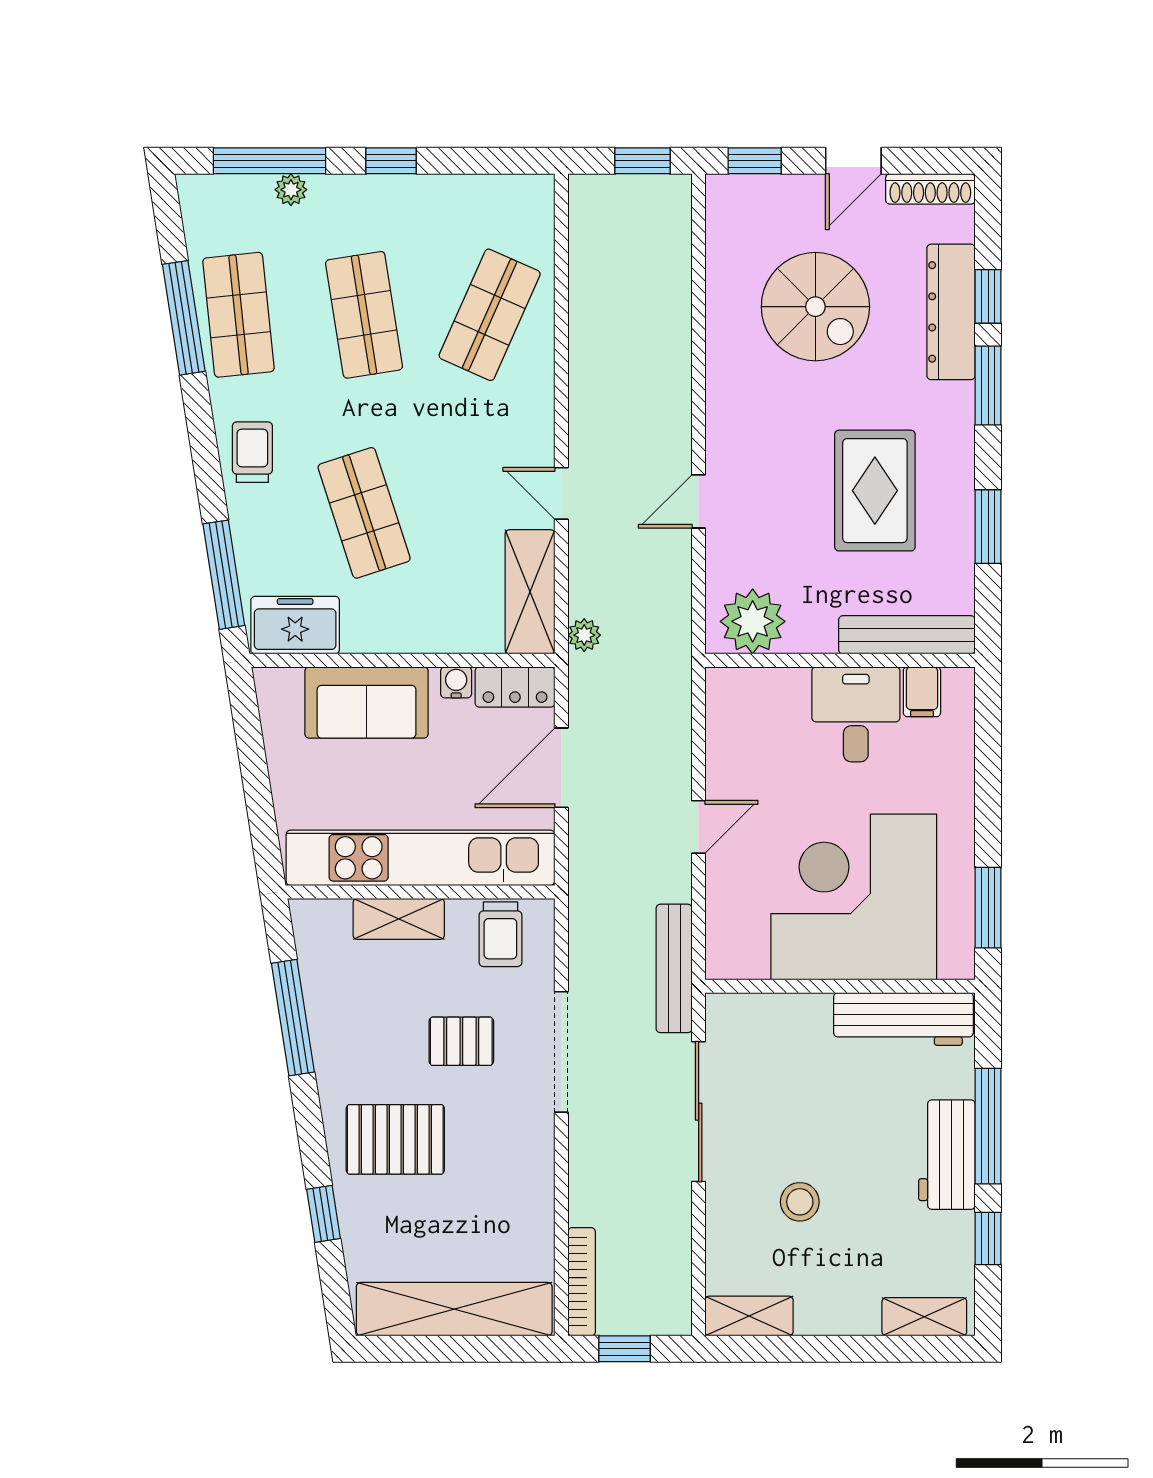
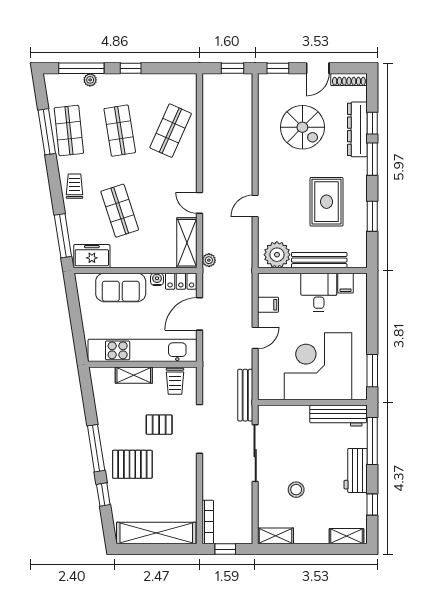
bench: (907, 635) -> (319, 260), moved
filing cabinet: (730, 745) -> (268, 305), added
window: (293, 1018) -> (96, 448), moved
window: (988, 1126) -> (372, 441), moved

